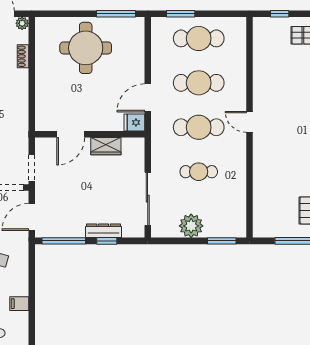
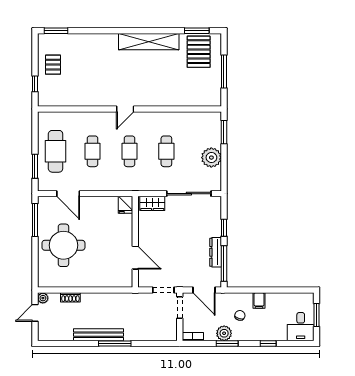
cafe table: (199, 83) -> (93, 151), width x0.73, depth x0.74
door: (148, 98) -> (68, 194), moved
cafe table: (199, 127) -> (129, 151), width x0.73, depth x0.74
wardrobe: (106, 146) -> (152, 203), moved, turned 90
dresser: (103, 231) -> (216, 252), moved
filing cabinet: (19, 304) -> (259, 300), moved

